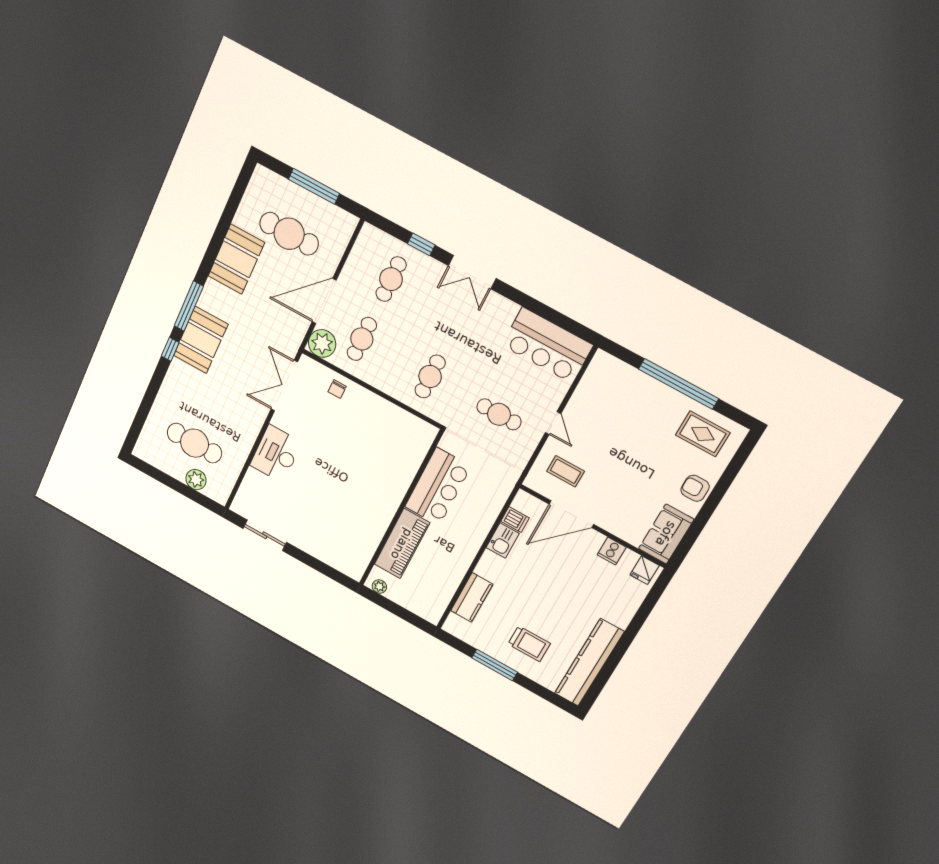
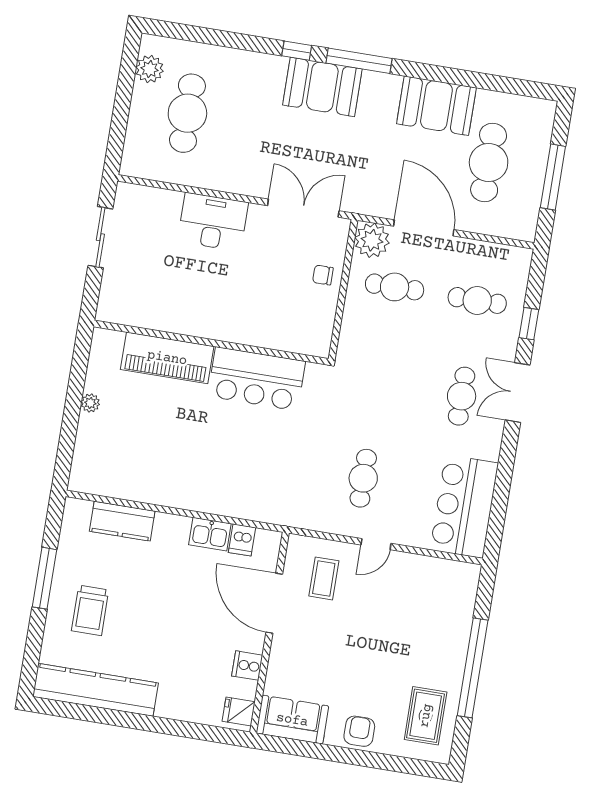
cafe table: (430, 376) -> (462, 396), moved, turned 90
plant: (196, 480) -> (150, 69), moved
bar counter: (438, 487) -> (257, 379), moved
wall: (401, 509) -> (211, 343), moved
piano: (402, 544) -> (167, 358), moved

